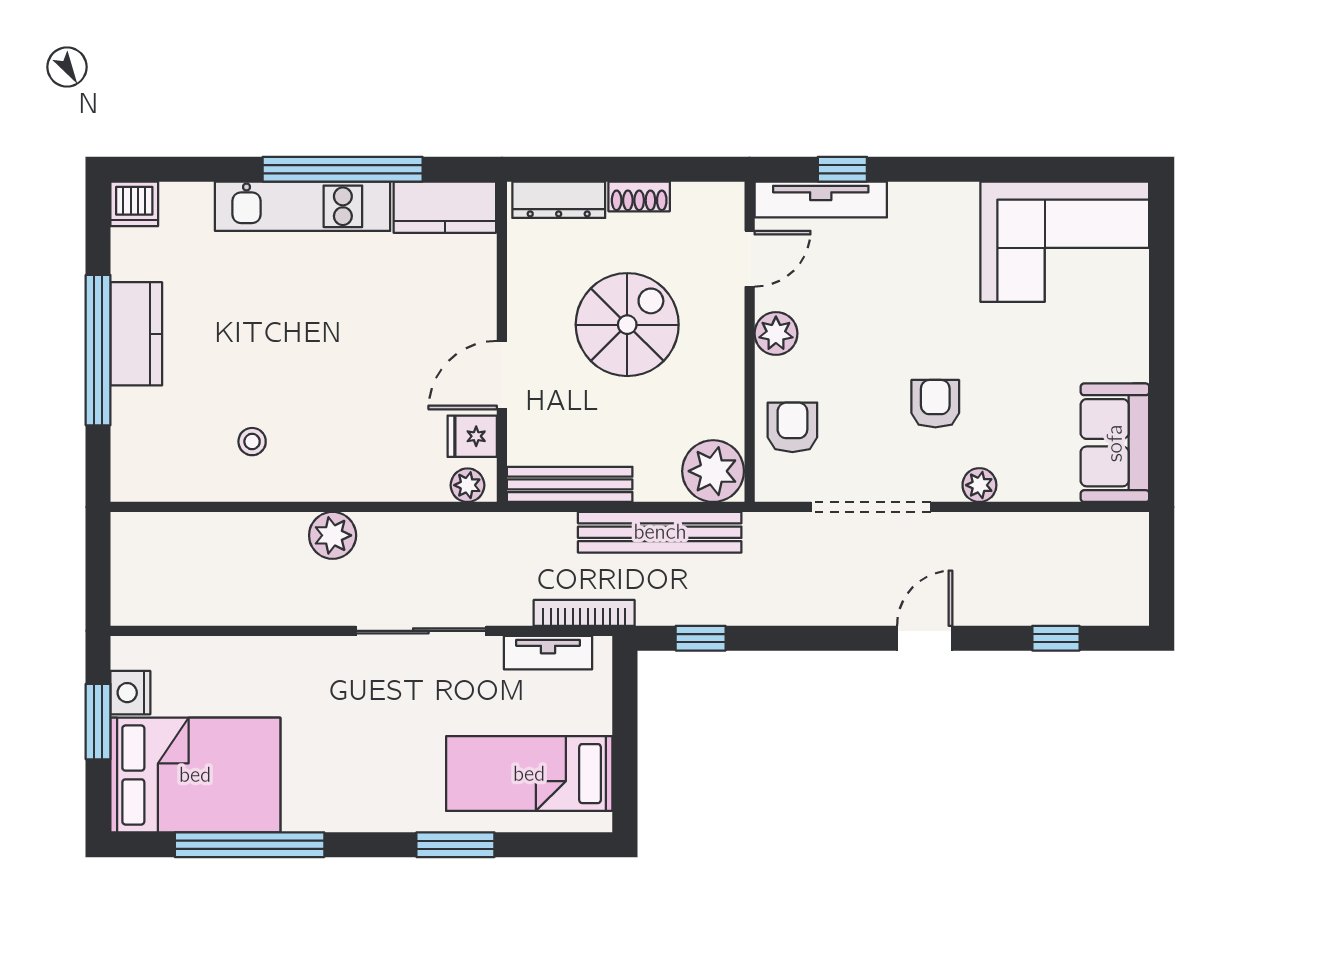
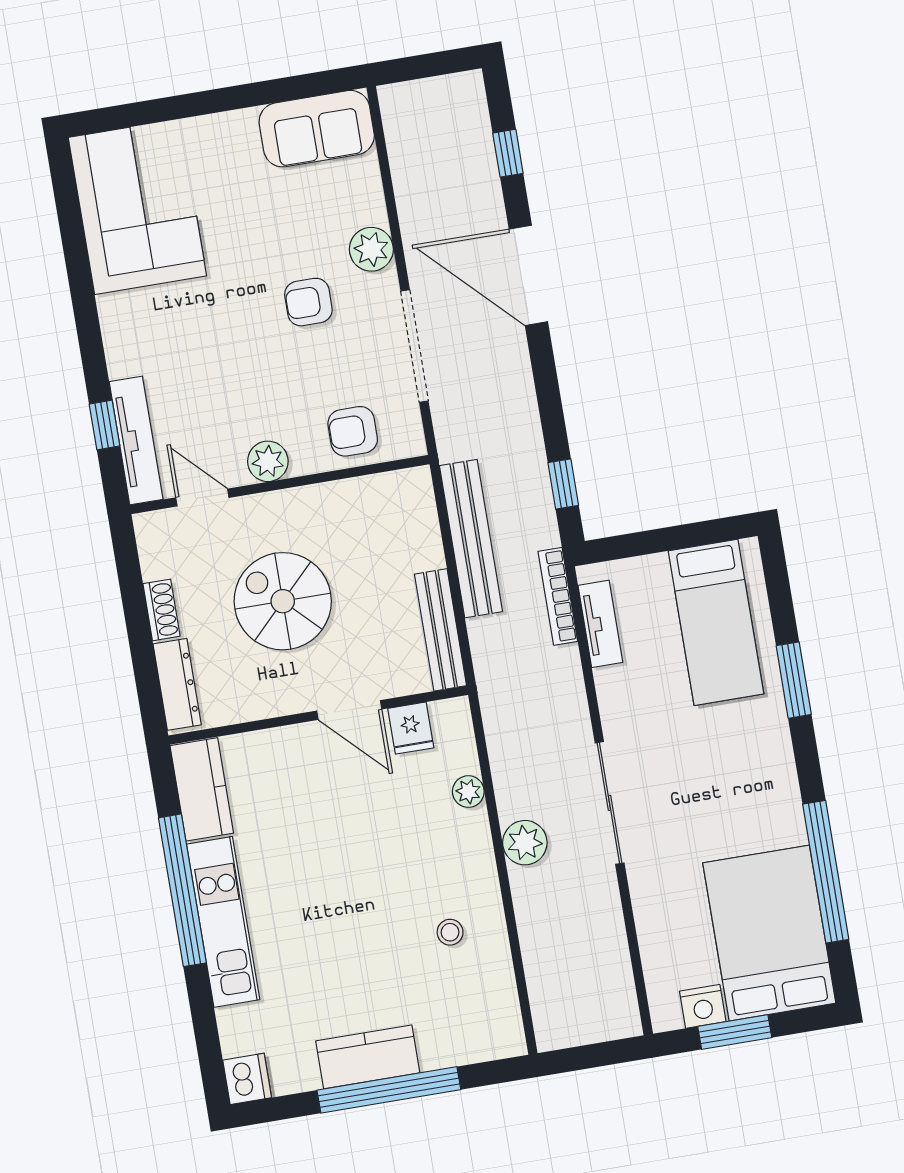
plant: (713, 471) -> (406, 498), removed
plant: (468, 485) -> (468, 792), moved
plant: (979, 485) -> (371, 249), width x1.38, depth x1.38
sliding door: (421, 631) -> (610, 803), moved
door: (925, 638) -> (528, 275), width x1.88

